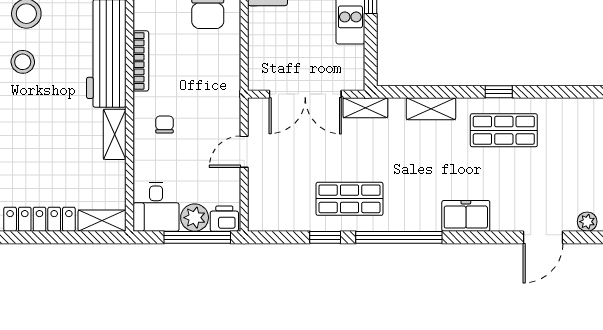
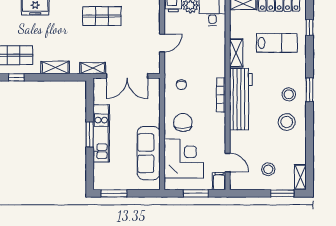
double door: (305, 94) -> (127, 76), swing flipped
chair: (164, 124) -> (181, 85), moved
lab bench: (43, 152) -> (277, 43), added

